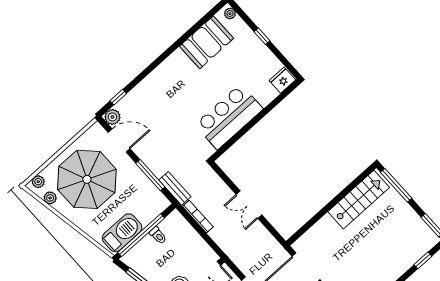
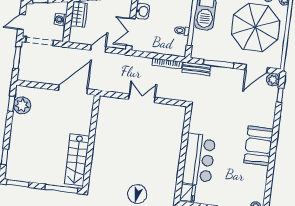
booth: (207, 42) -> (259, 146), moved
bar counter: (229, 117) -> (199, 160), moved

